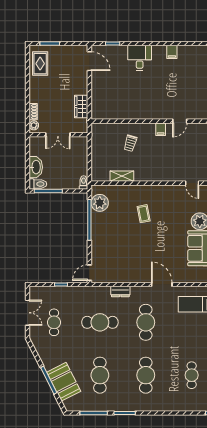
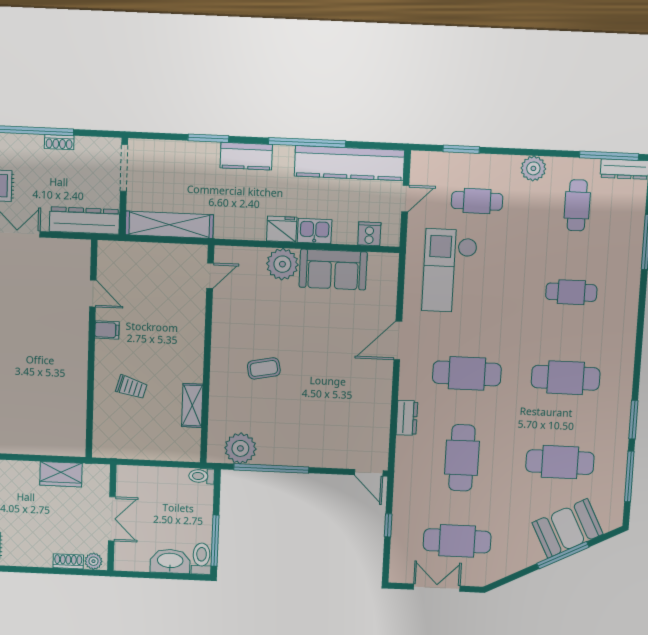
cafe table: (54, 322) -> (457, 541), width x1.37, depth x1.35

